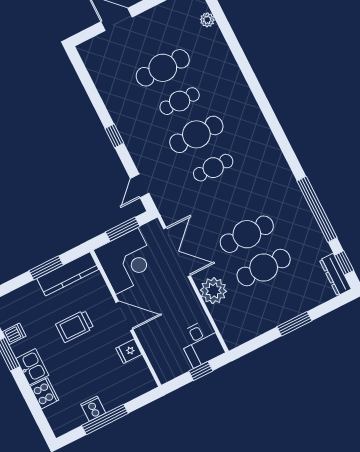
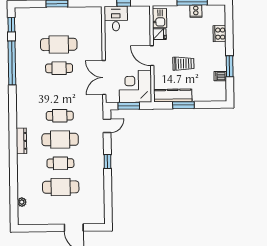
cafe table: (247, 234) -> (59, 68), width x0.73, depth x0.74
dresser: (335, 275) -> (21, 141), moved
plant: (213, 291) -> (94, 45), removed
kitchen sink: (32, 367) -> (160, 18), moved, turned 180

